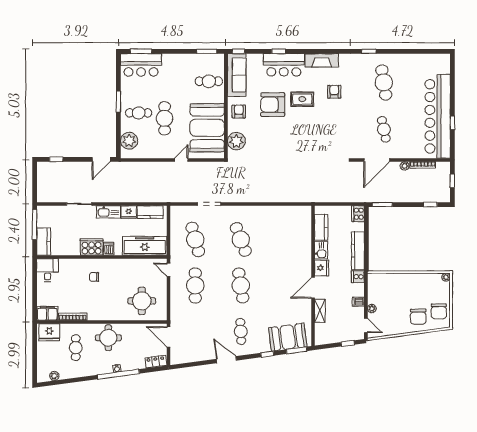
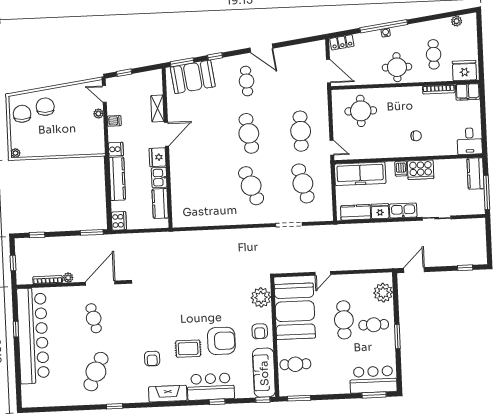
cafe table: (384, 82) -> (96, 372), turned 33

